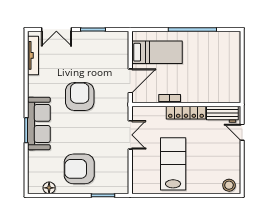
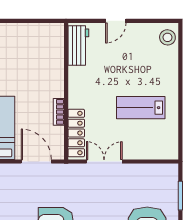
locker: (186, 113) -> (76, 133), moved
door: (242, 132) -> (116, 21), moved
lab bench: (173, 164) -> (141, 108), width x0.73, depth x0.72

